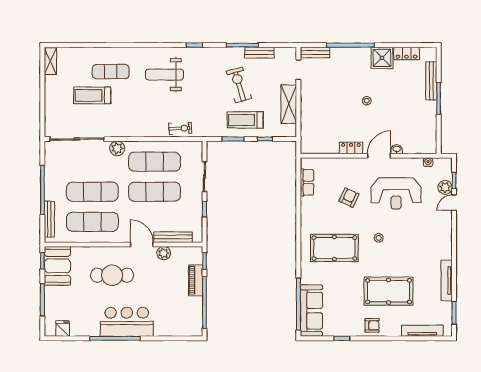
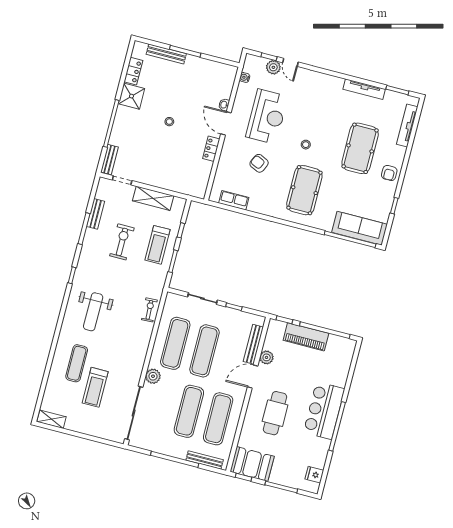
exercise bike: (239, 85) -> (122, 242), turned 106
piano: (196, 280) -> (306, 337), width x1.37, depth x1.33
armchair: (372, 325) -> (389, 173), turned 180

